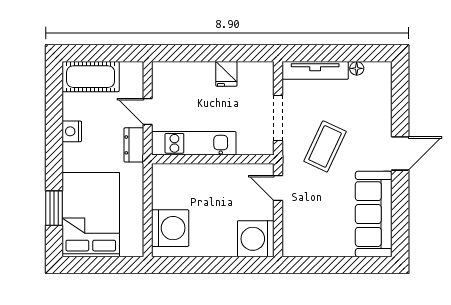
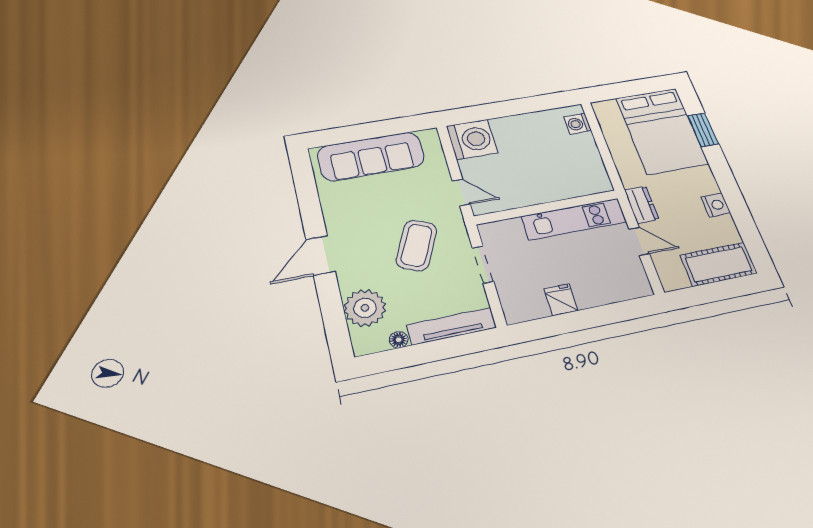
plant: (376, 100) -> (365, 308), added
doorway: (278, 118) -> (483, 265), width x0.73
sofa: (374, 214) -> (371, 156), moved, turned 90
washing machine: (170, 228) -> (578, 124), width x0.53, depth x0.53

